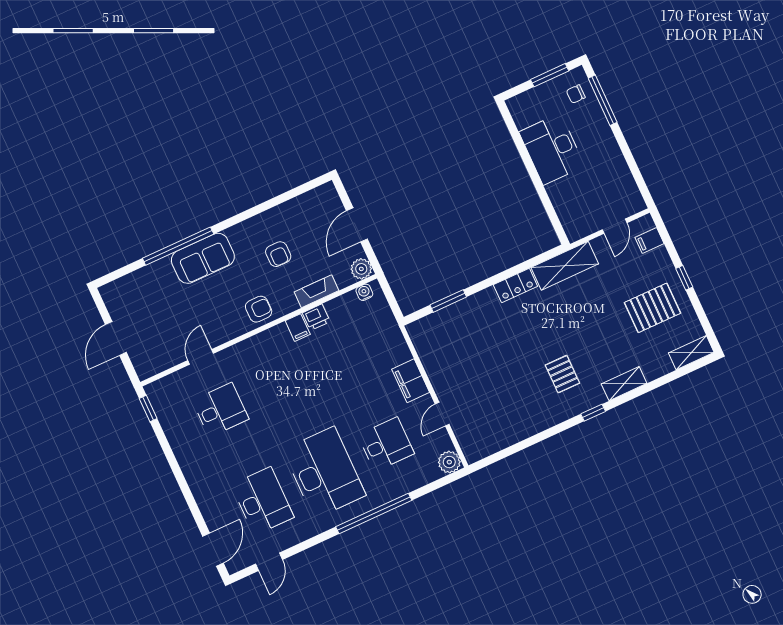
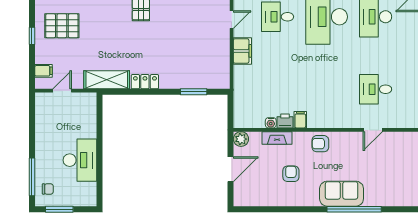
water cooler: (364, 292) -> (271, 123), moved

